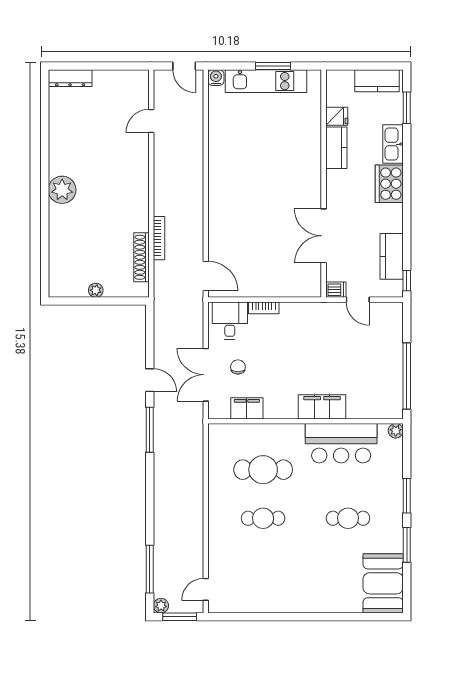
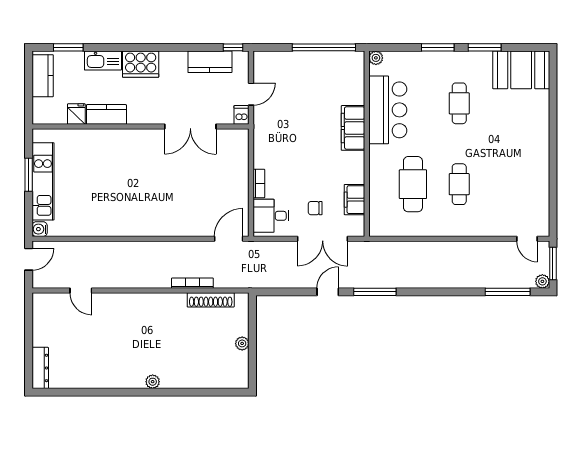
plant: (62, 190) -> (153, 382), width x0.53, depth x0.53

